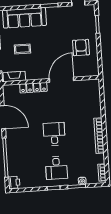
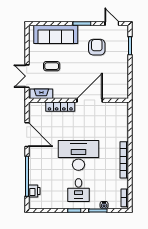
armchair: (81, 48) -> (97, 47), moved
desk: (54, 134) -> (78, 155), width x1.87, depth x1.30
printer: (14, 182) -> (34, 191), moved

